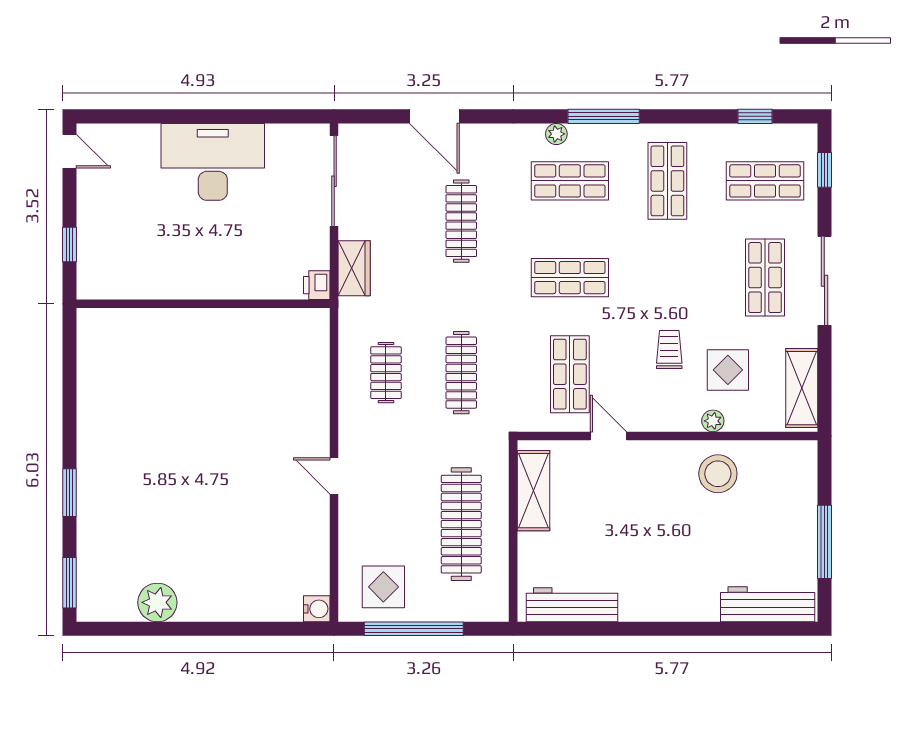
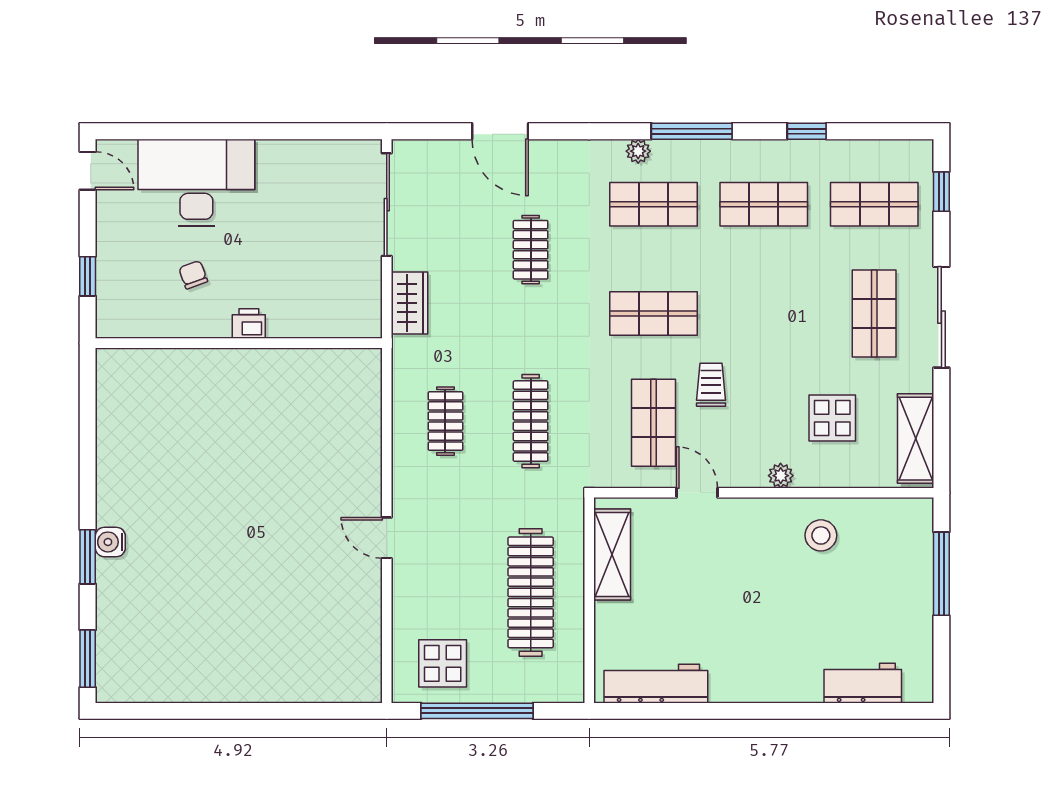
window: (755, 116) -> (807, 131), moved
desk: (213, 162) -> (196, 183), moved
shop shelf: (667, 181) -> (764, 204), turned 90
clothes rail: (461, 221) -> (531, 250), width x0.73
chair: (163, 243) -> (193, 275), added
printer: (317, 285) -> (249, 324), moved, turned 90
trolley: (669, 349) -> (711, 385), moved
plant: (713, 421) -> (781, 476), moved
stool: (718, 474) -> (821, 535), width x0.73, depth x0.73
window: (824, 542) -> (941, 574), moved
plant: (157, 602) -> (187, 681), removed
workbench: (768, 604) -> (863, 683), width x0.73
water cooler: (317, 609) -> (110, 542), moved, turned 180

